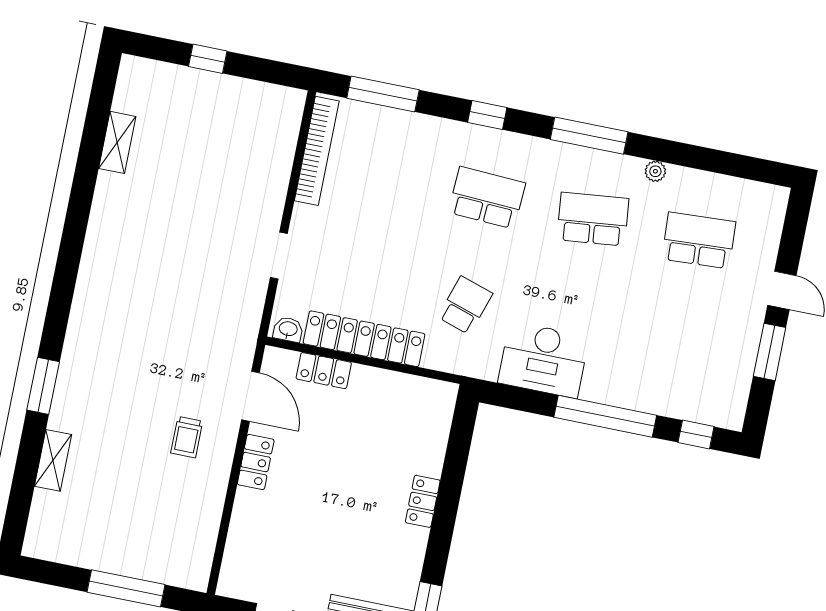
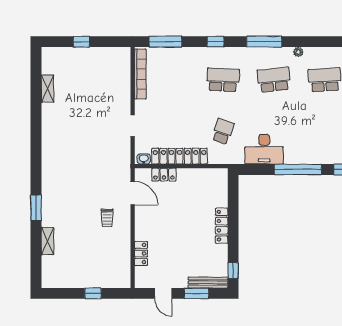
locker: (256, 462) -> (141, 253), moved
locker: (423, 501) -> (222, 226), width x1.53
window: (126, 588) -> (93, 293), width x0.46

